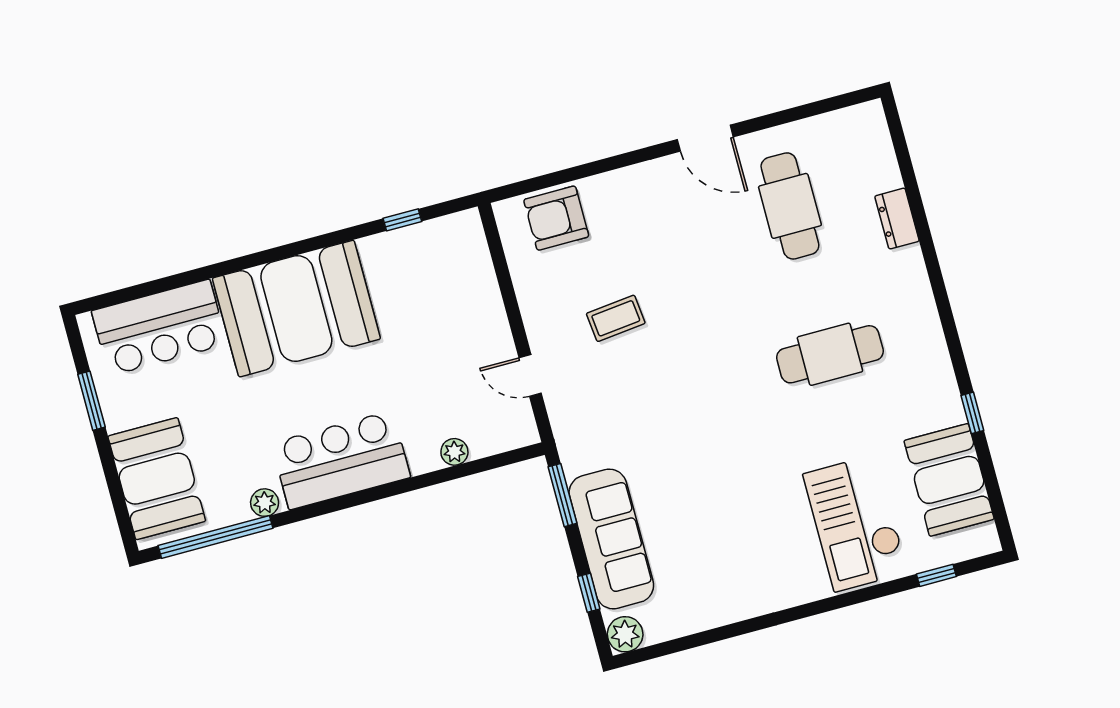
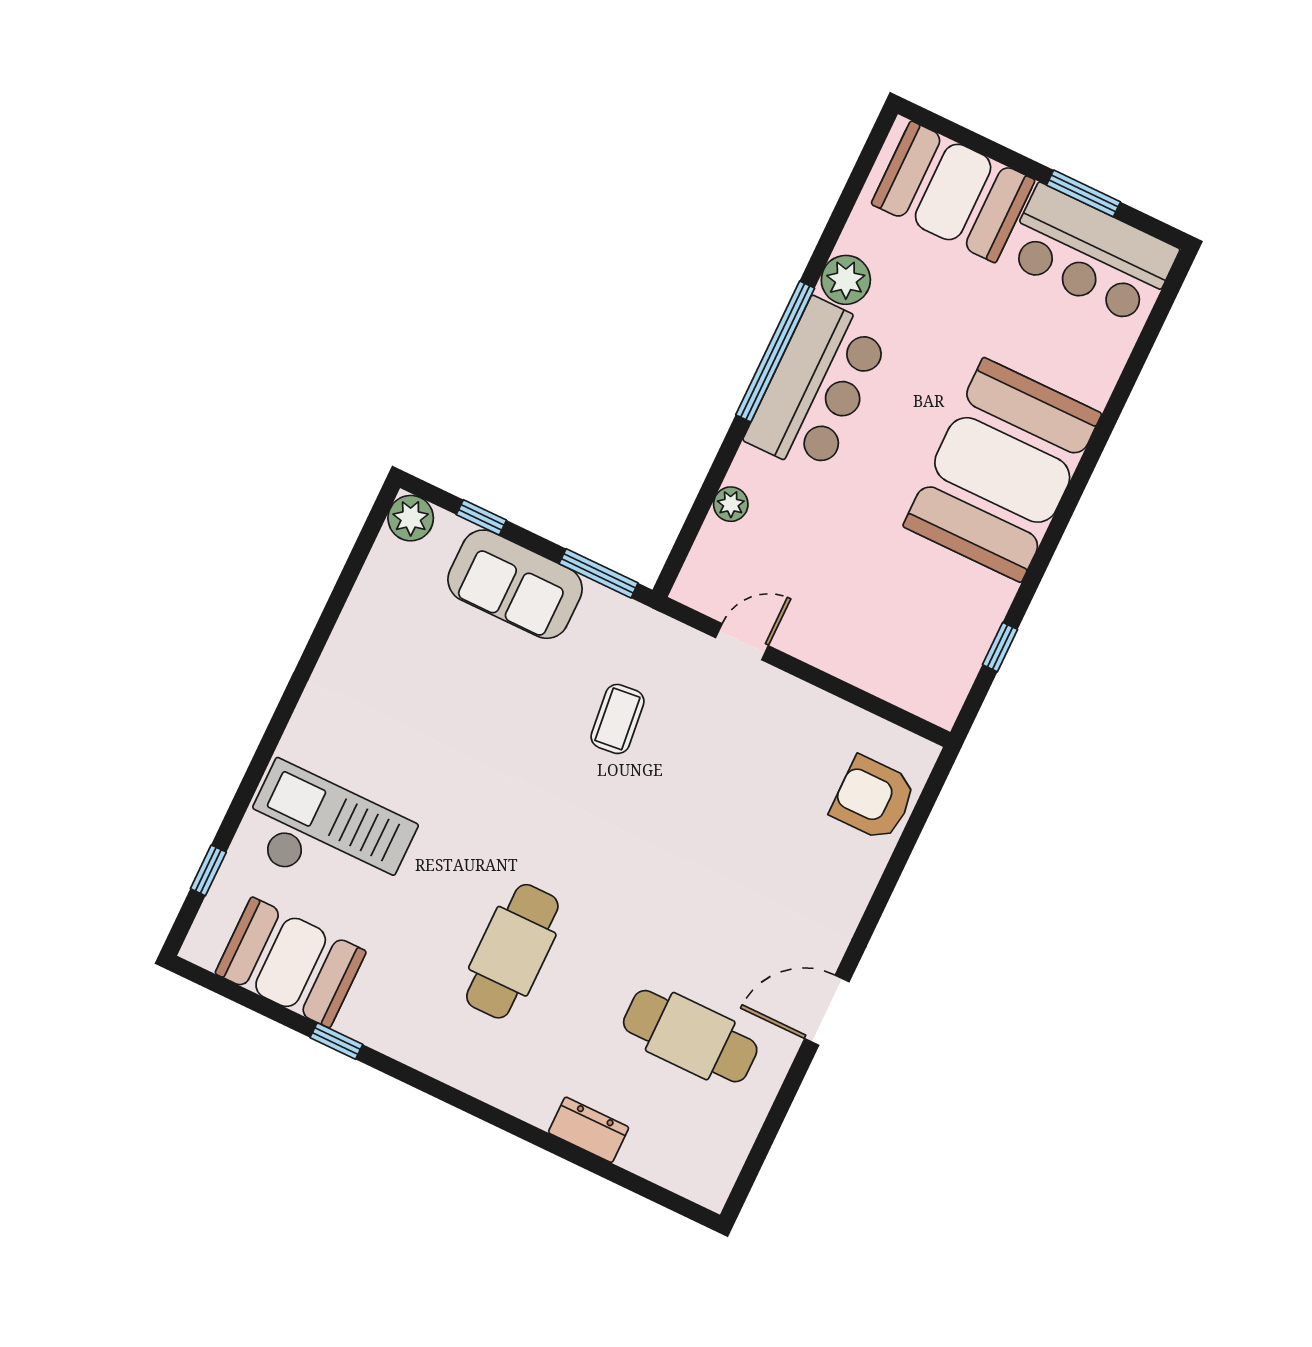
armchair: (556, 218) -> (873, 798), turned -90
coffee table: (616, 318) -> (617, 719), moved
bar counter: (159, 328) -> (1091, 255), moved, turned -90
plant: (265, 503) -> (846, 280), width x1.38, depth x1.38
window: (216, 537) -> (775, 352), moved
sofa: (611, 539) -> (515, 584), width x0.73

